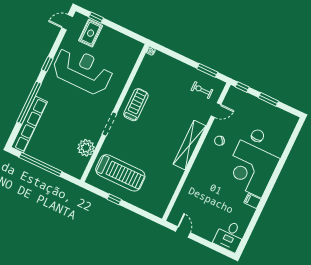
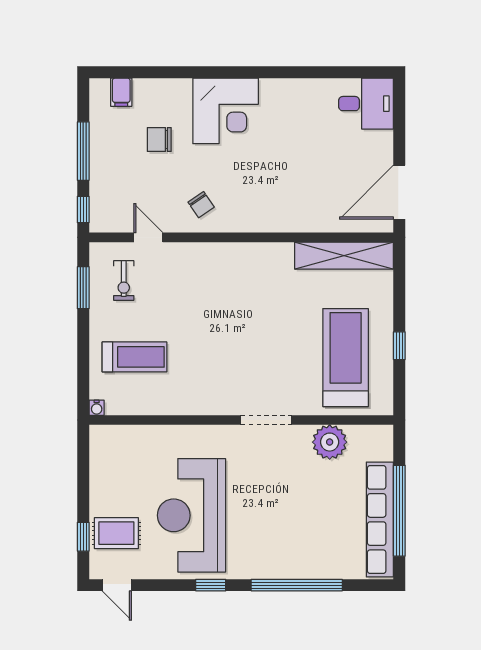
window: (268, 99) -> (83, 151), width x1.44
treadmill: (136, 105) -> (134, 357), moved, turned 180
row of seats: (29, 124) -> (380, 520), moved, turned -90
shelving: (189, 145) -> (344, 256), moved
corner desk: (251, 169) -> (226, 111), width x0.74, depth x0.74
filing cabinet: (252, 201) -> (121, 92), moved
door: (183, 232) -> (399, 192), width x1.87

